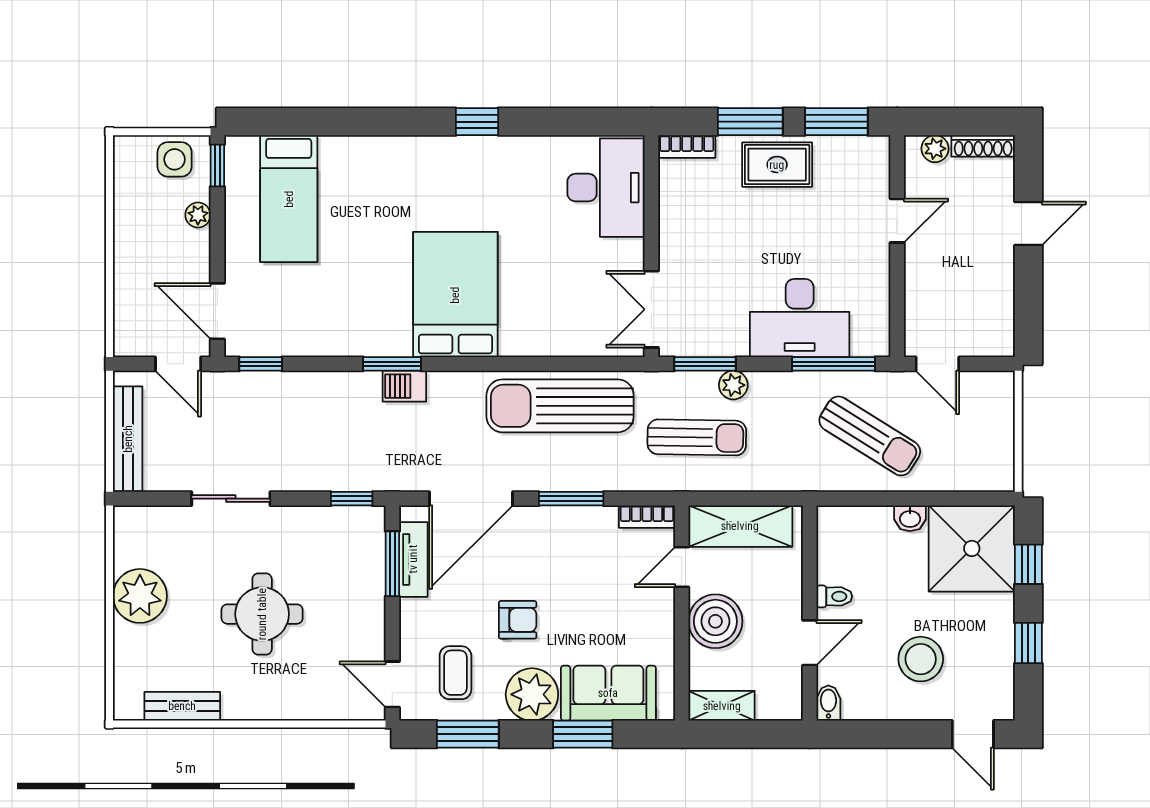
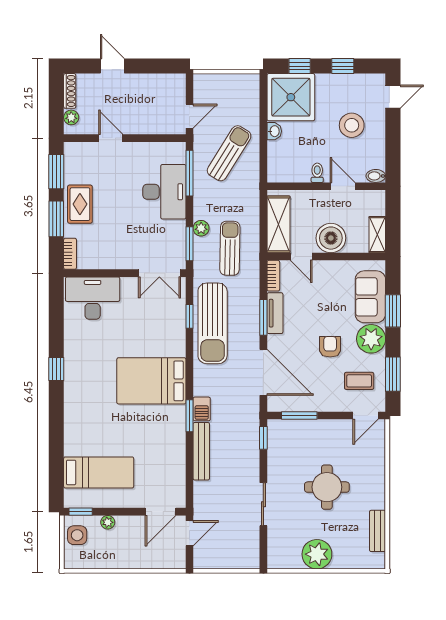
window: (261, 364) -> (189, 316), moved
bench: (128, 439) -> (201, 451), moved, turned 90
tv unit: (413, 559) -> (275, 313), moved, turned 90

